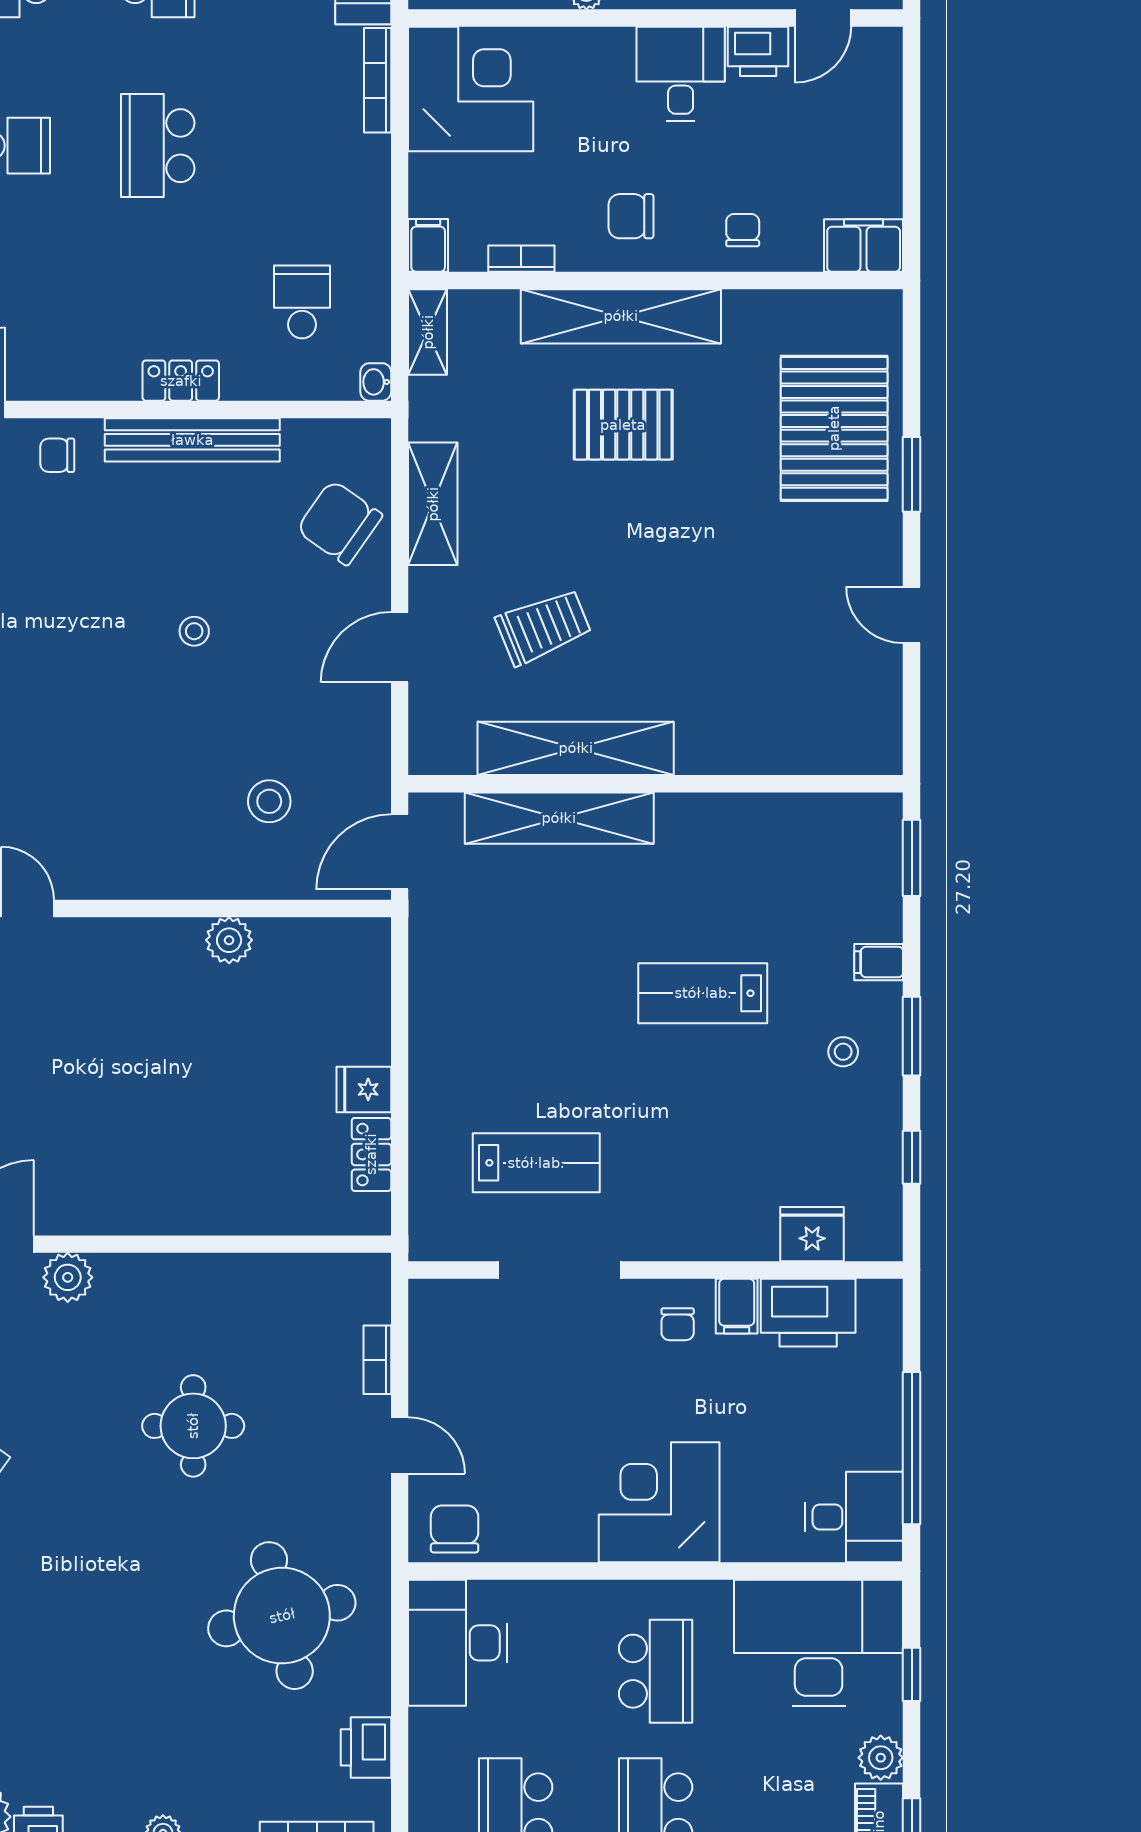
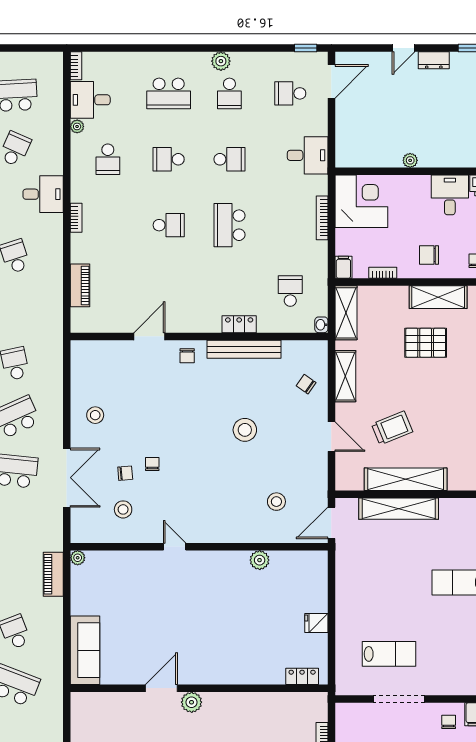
bookcase: (378, 80) -> (322, 218), moved
shelving: (621, 316) -> (438, 297), width x0.68
shelving: (428, 332) -> (346, 313), width x1.50, depth x1.33
chair: (57, 455) -> (187, 356), turned -90
chair: (339, 523) -> (306, 384), width x0.54, depth x0.54
stool: (194, 631) -> (245, 430), width x1.89, depth x1.89
door: (400, 647) -> (331, 437), swing flipped
locker: (371, 1154) -> (302, 676), moved, turned 90
chair: (678, 1324) -> (449, 722), turned 180

